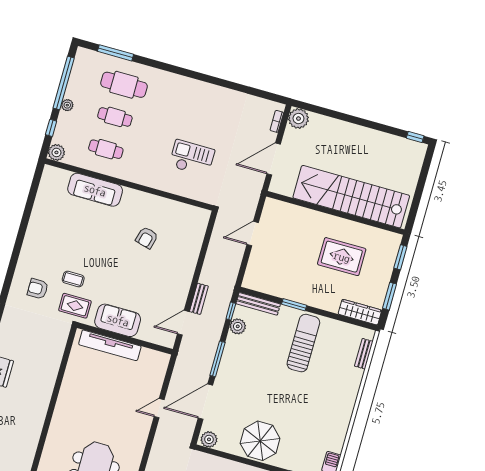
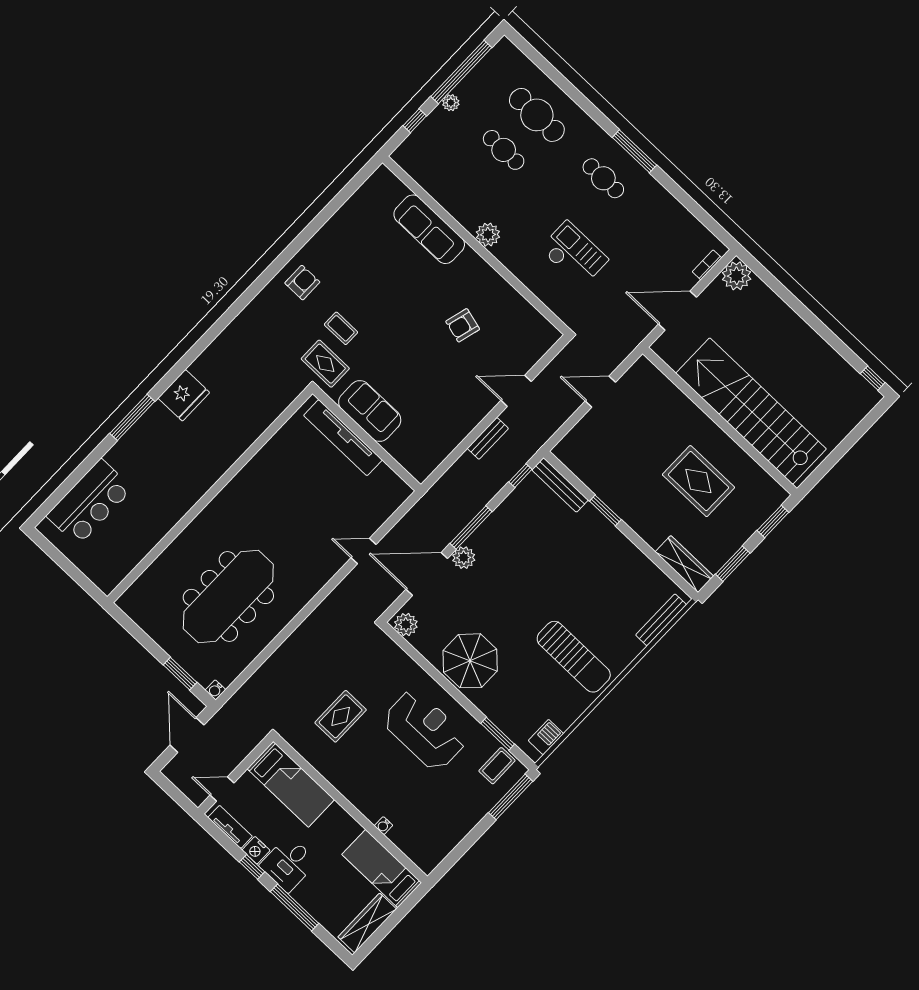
window: (116, 53) -> (634, 151), moved
cafe table: (106, 149) -> (603, 178), moved
plant: (56, 152) -> (488, 235), moved
armchair: (38, 289) -> (302, 283), moved, turned 90
door: (183, 323) -> (516, 391), moved
plant: (238, 326) -> (464, 558), moved
sun lounger: (303, 343) -> (574, 657), moved, turned 90
bench: (364, 354) -> (661, 620), width x1.36

